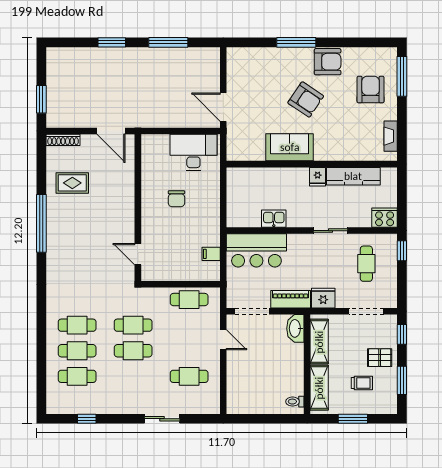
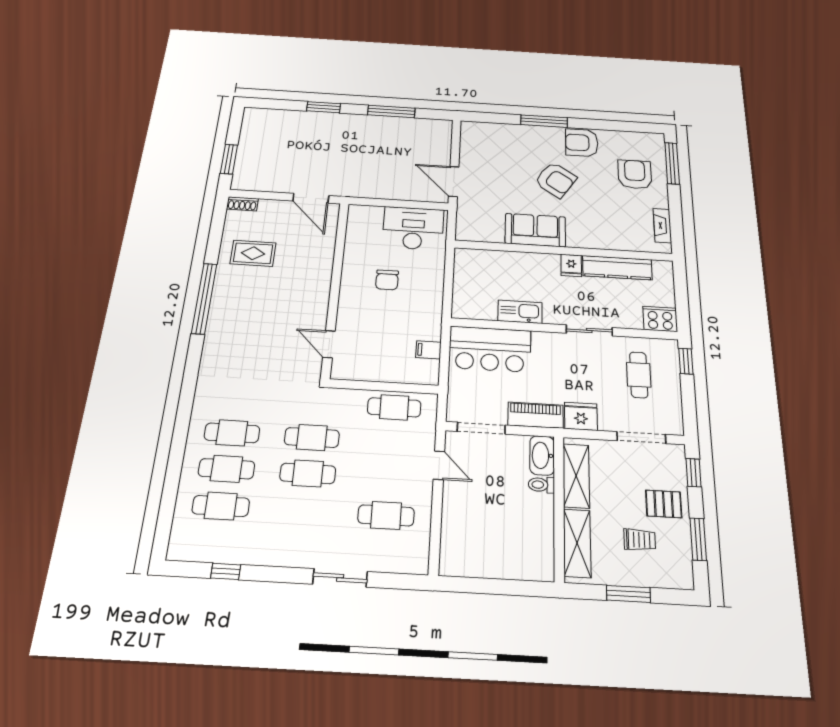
armchair: (328, 62) -> (582, 143), turned 180
shoe rack: (63, 140) -> (242, 204), width x0.70
kitchen sink: (274, 219) -> (520, 312), width x1.38
toilet: (295, 402) -> (541, 485), moved

